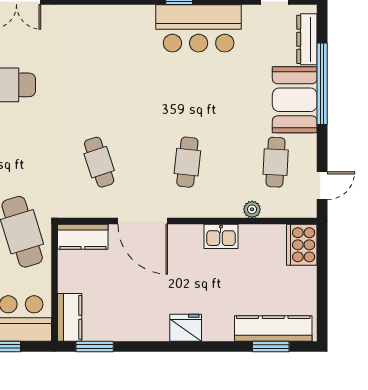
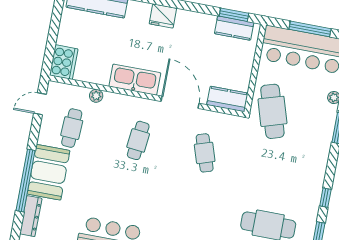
kitchen sink: (221, 236) -> (135, 80), width x1.87, depth x1.24
kitchen counter: (70, 317) -> (234, 28), moved, turned -90

